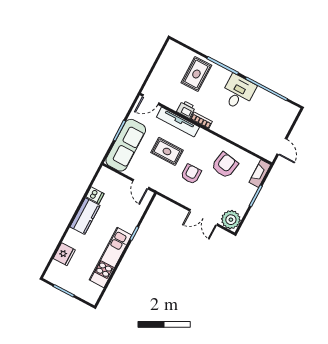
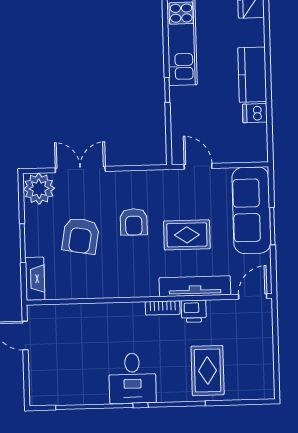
armchair: (225, 165) -> (81, 236), moved

